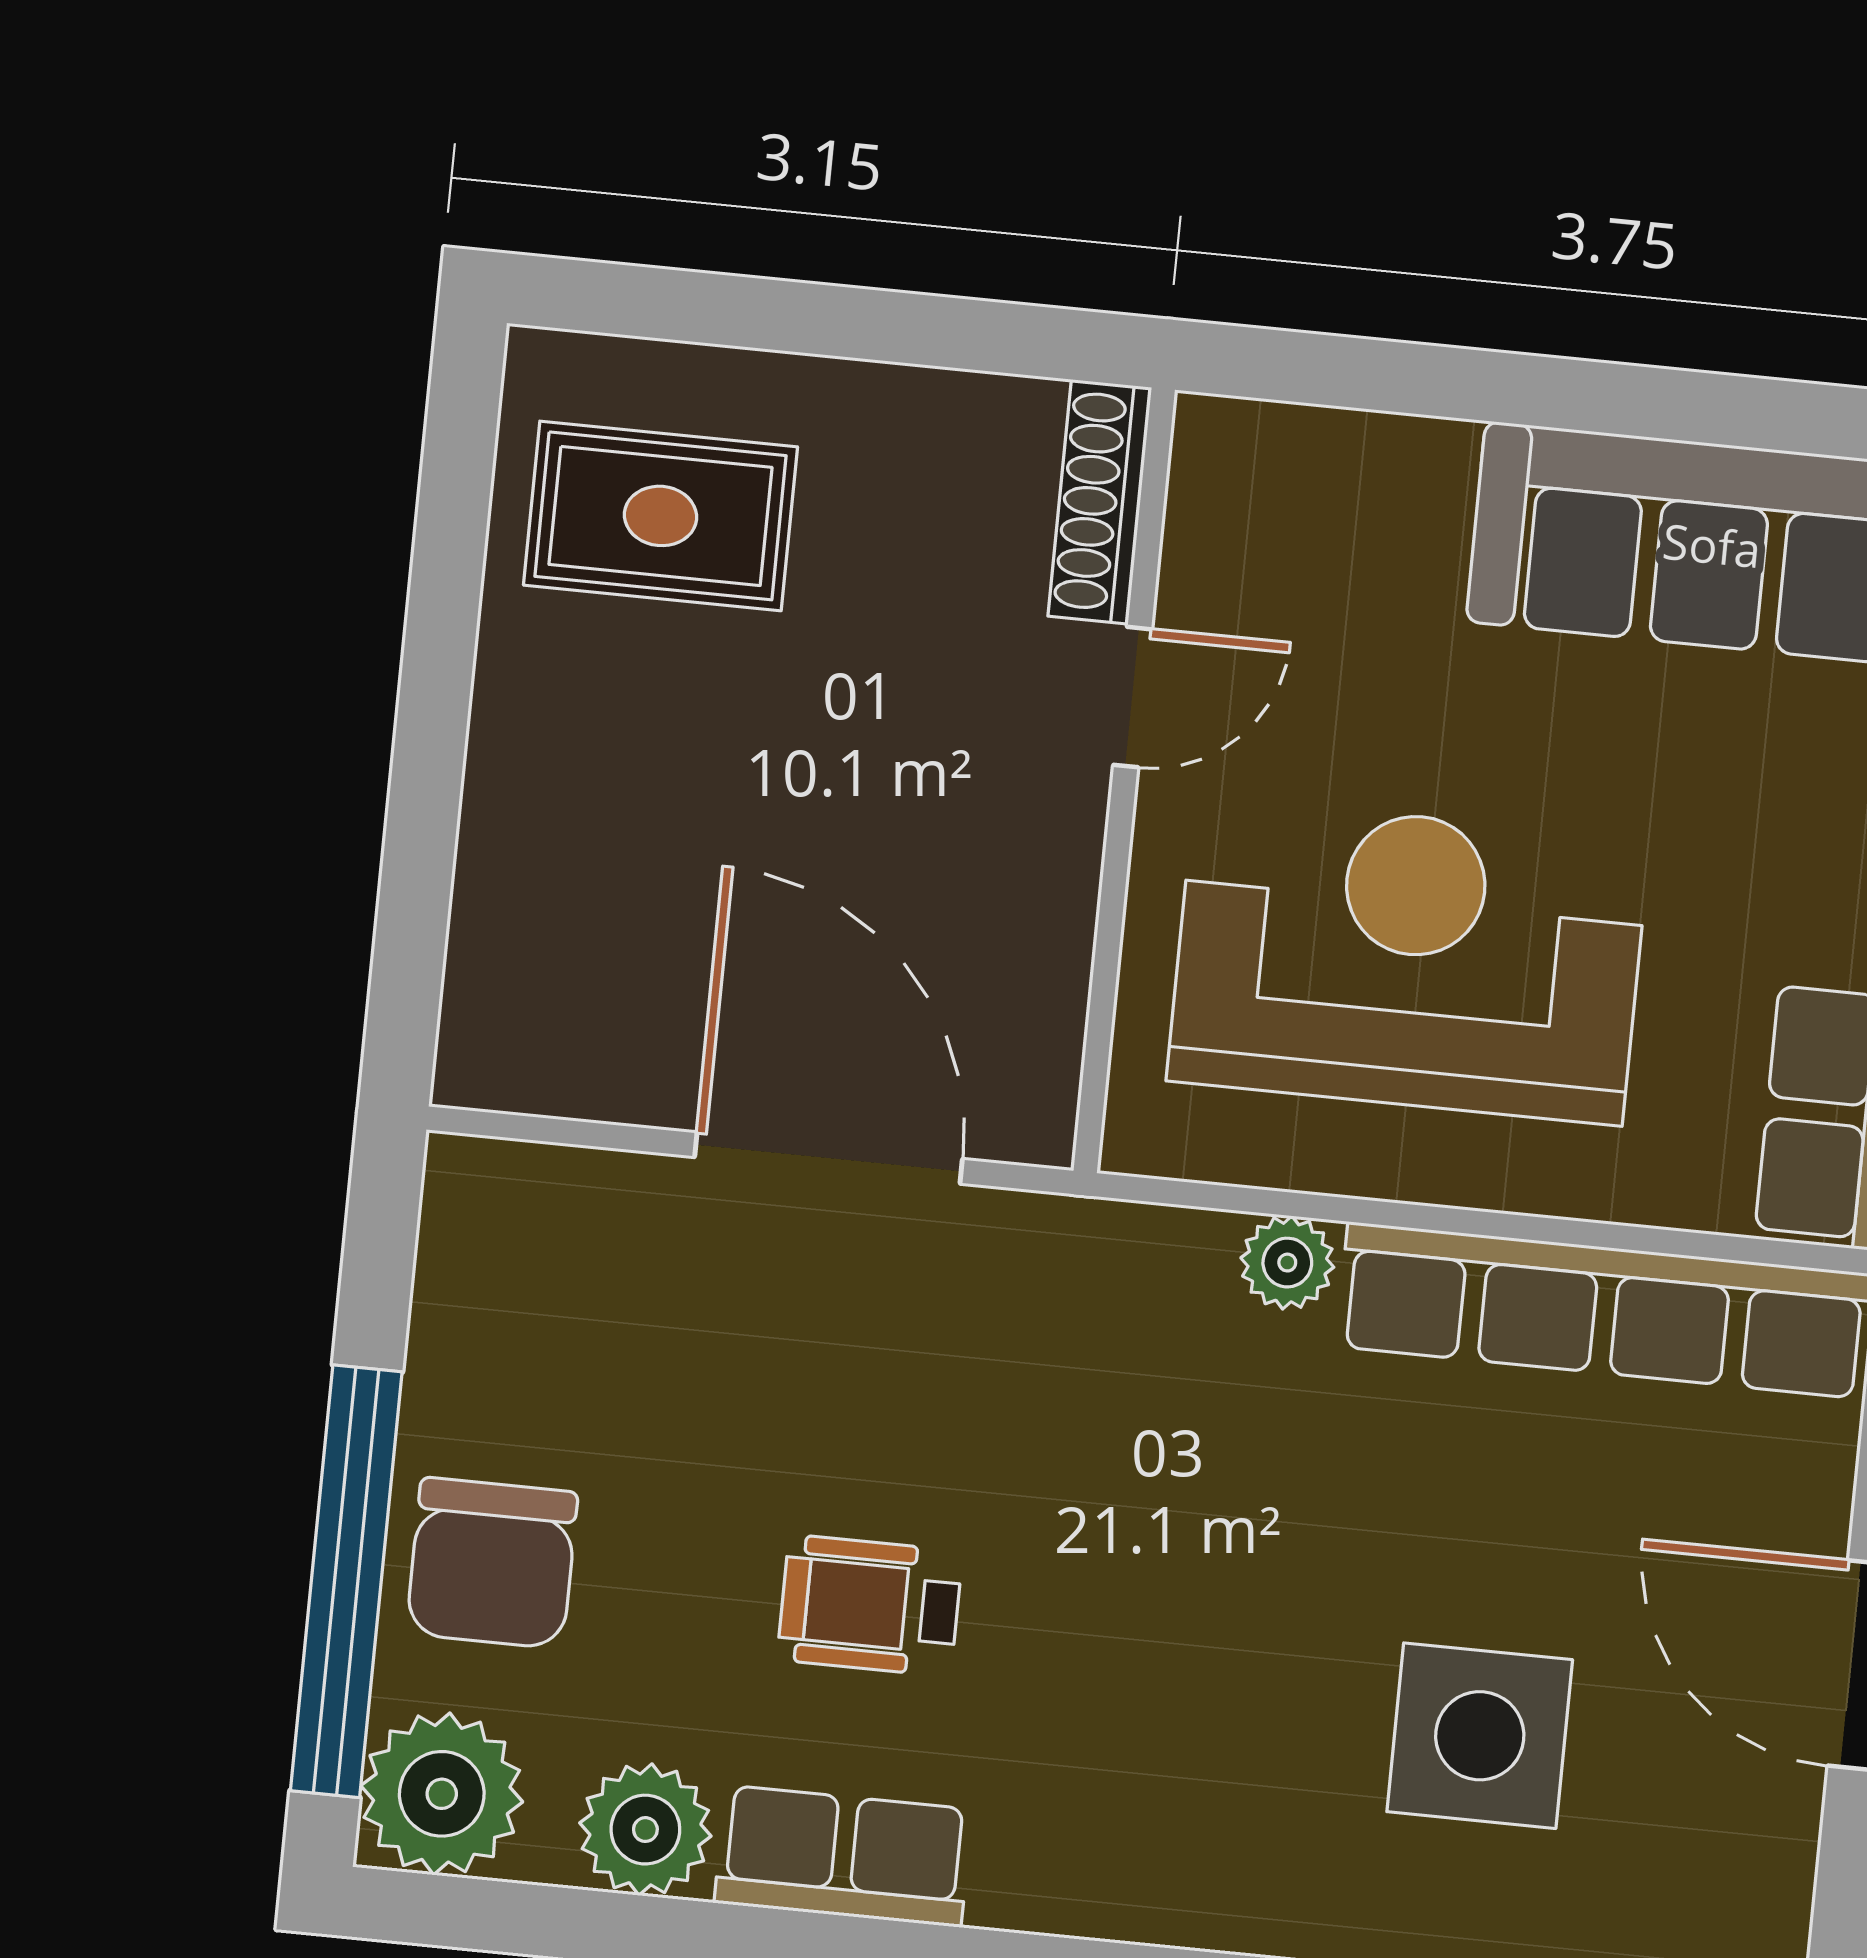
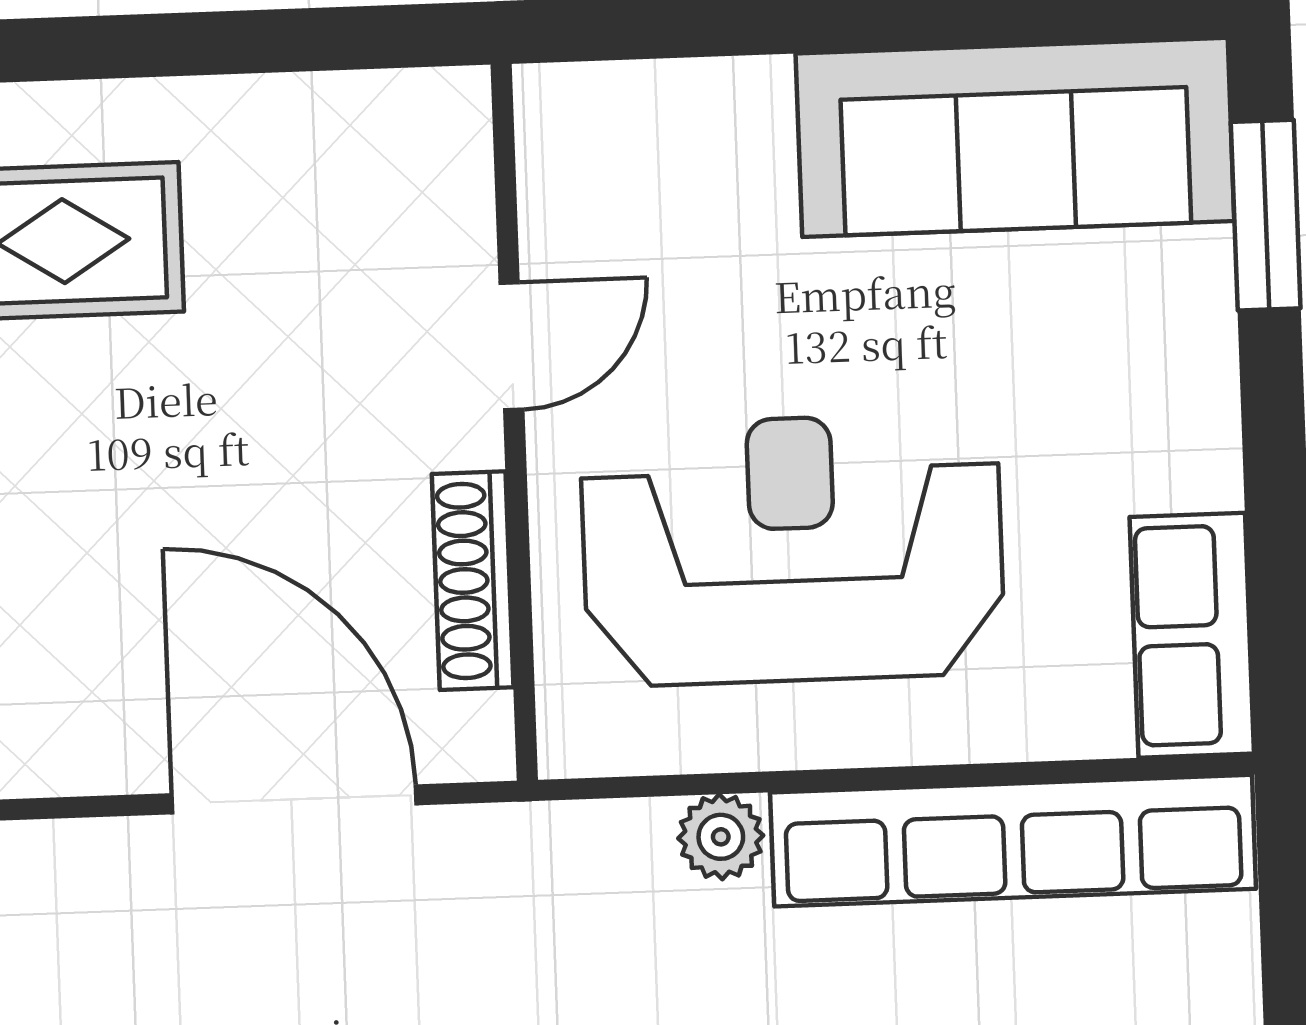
shoe rack: (1100, 502) -> (473, 581), moved

